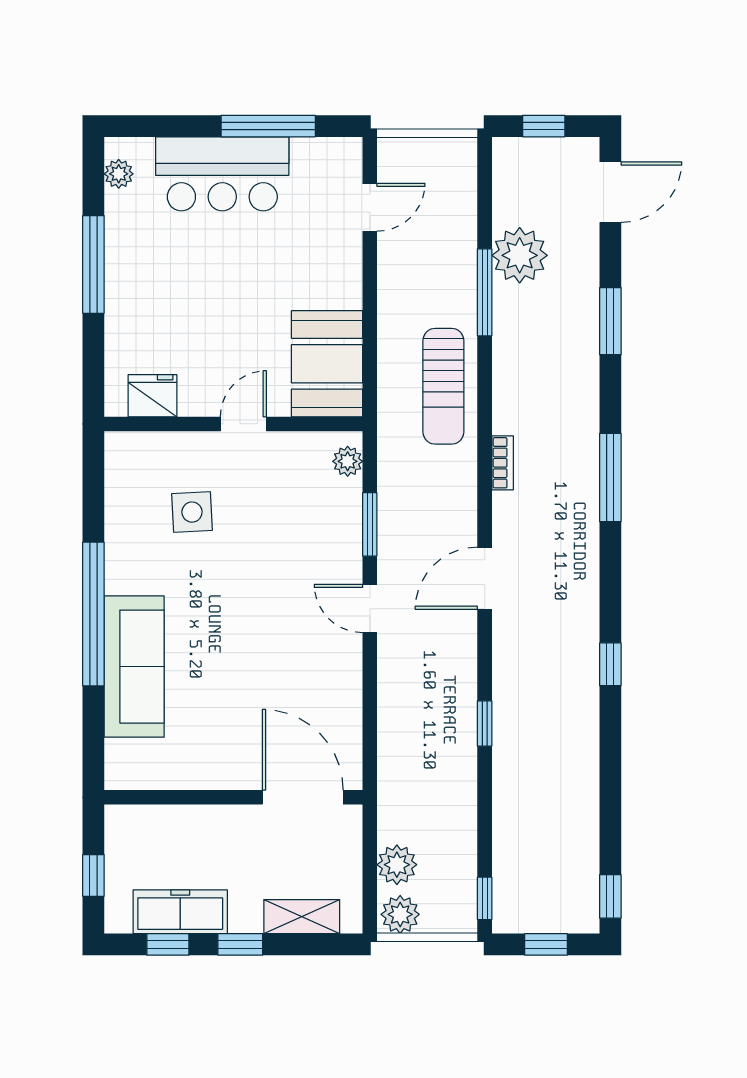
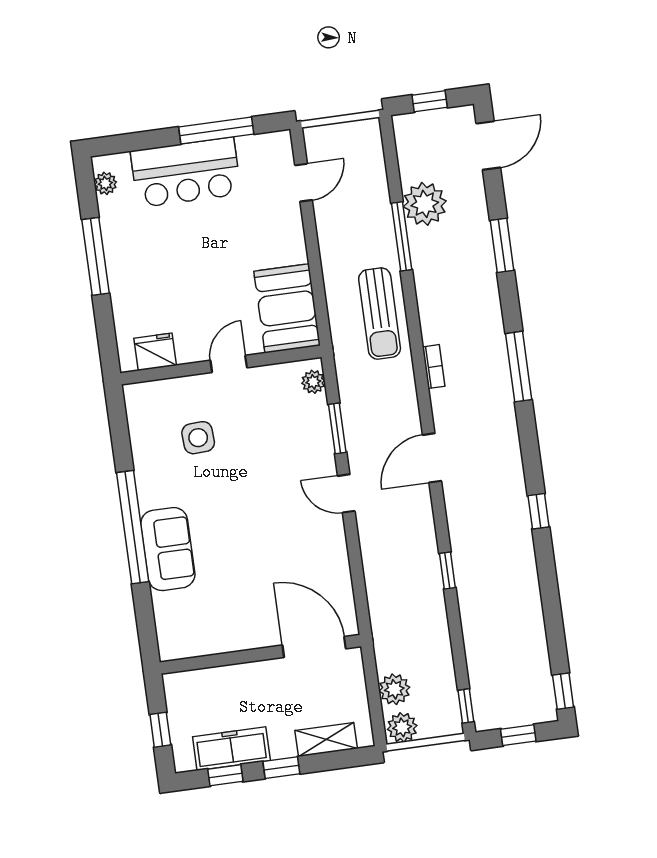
sofa: (134, 667) -> (168, 549), width x0.73

